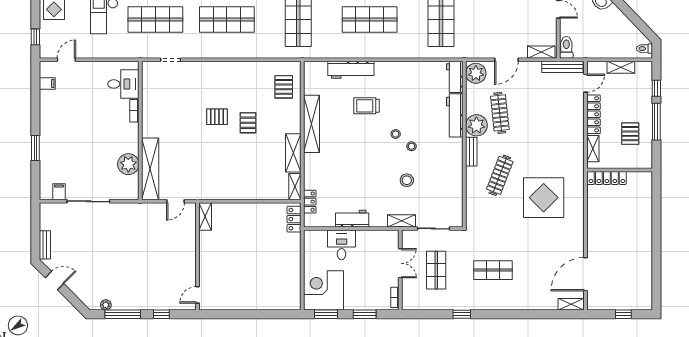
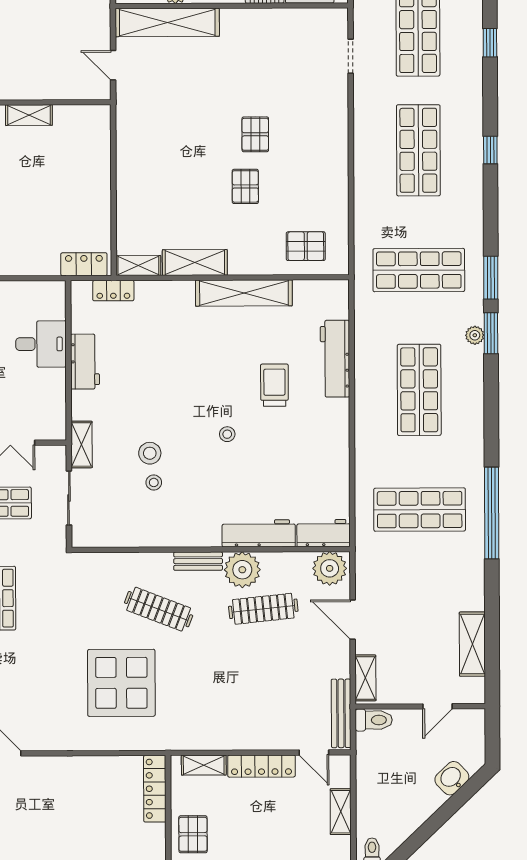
pallet: (248, 123) -> (245, 186), turned 90
pallet: (630, 134) -> (193, 834), moved, turned 90
stool: (411, 146) -> (154, 482), moved
shelving: (205, 217) -> (29, 115), moved

